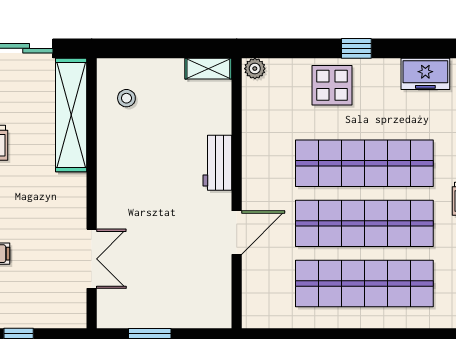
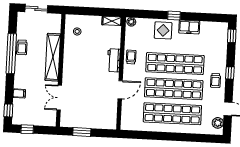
freezer: (425, 74) -> (189, 27), moved
shelving: (71, 115) -> (53, 57), moved
trolley: (259, 153) -> (131, 57), added
double door: (92, 259) -> (59, 98), swing flipped

